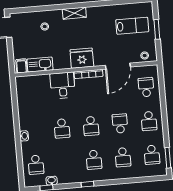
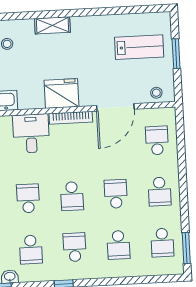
school desk: (62, 128) -> (28, 198), turned 180
school desk: (94, 160) -> (75, 247), turned 180
school desk: (65, 162) -> (31, 249), added

